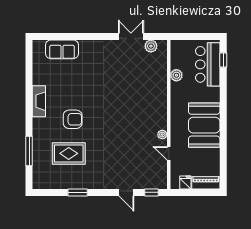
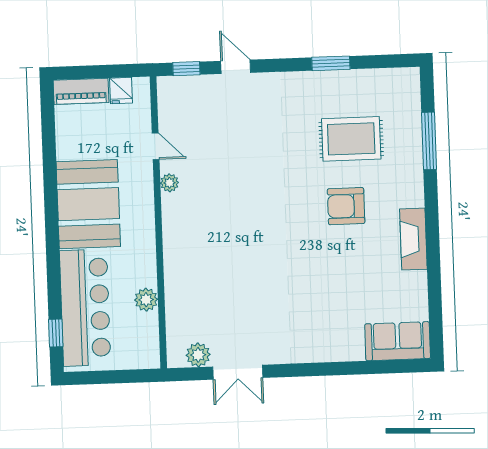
sofa: (62, 49) -> (398, 341), moved
bar counter: (208, 64) -> (85, 308), width x1.36

